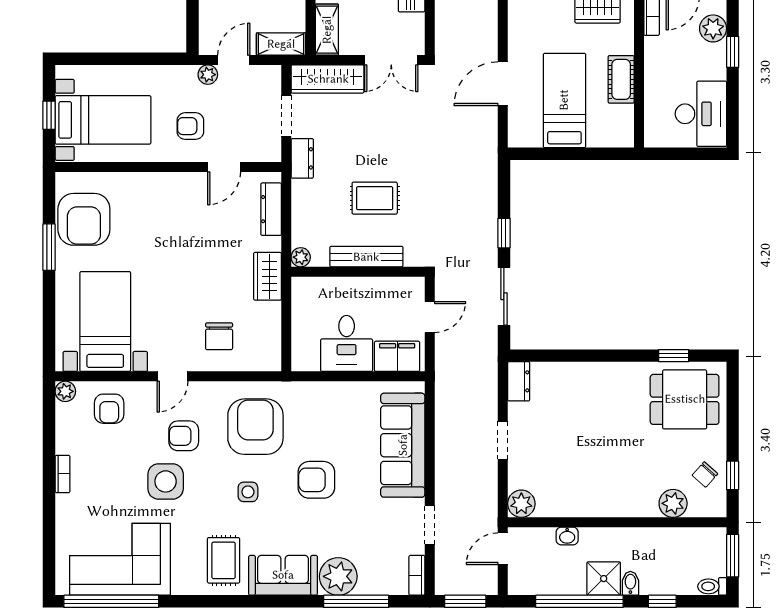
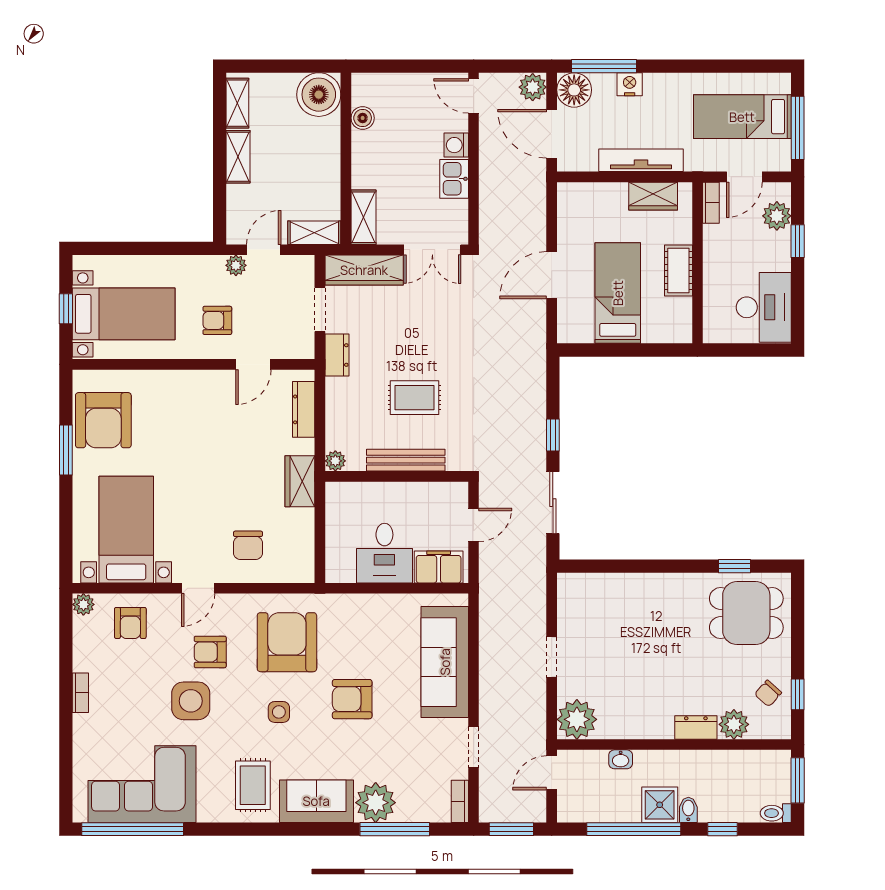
dresser: (519, 381) -> (696, 727), moved, turned -90
plant: (521, 504) -> (577, 719), width x1.36, depth x1.36

